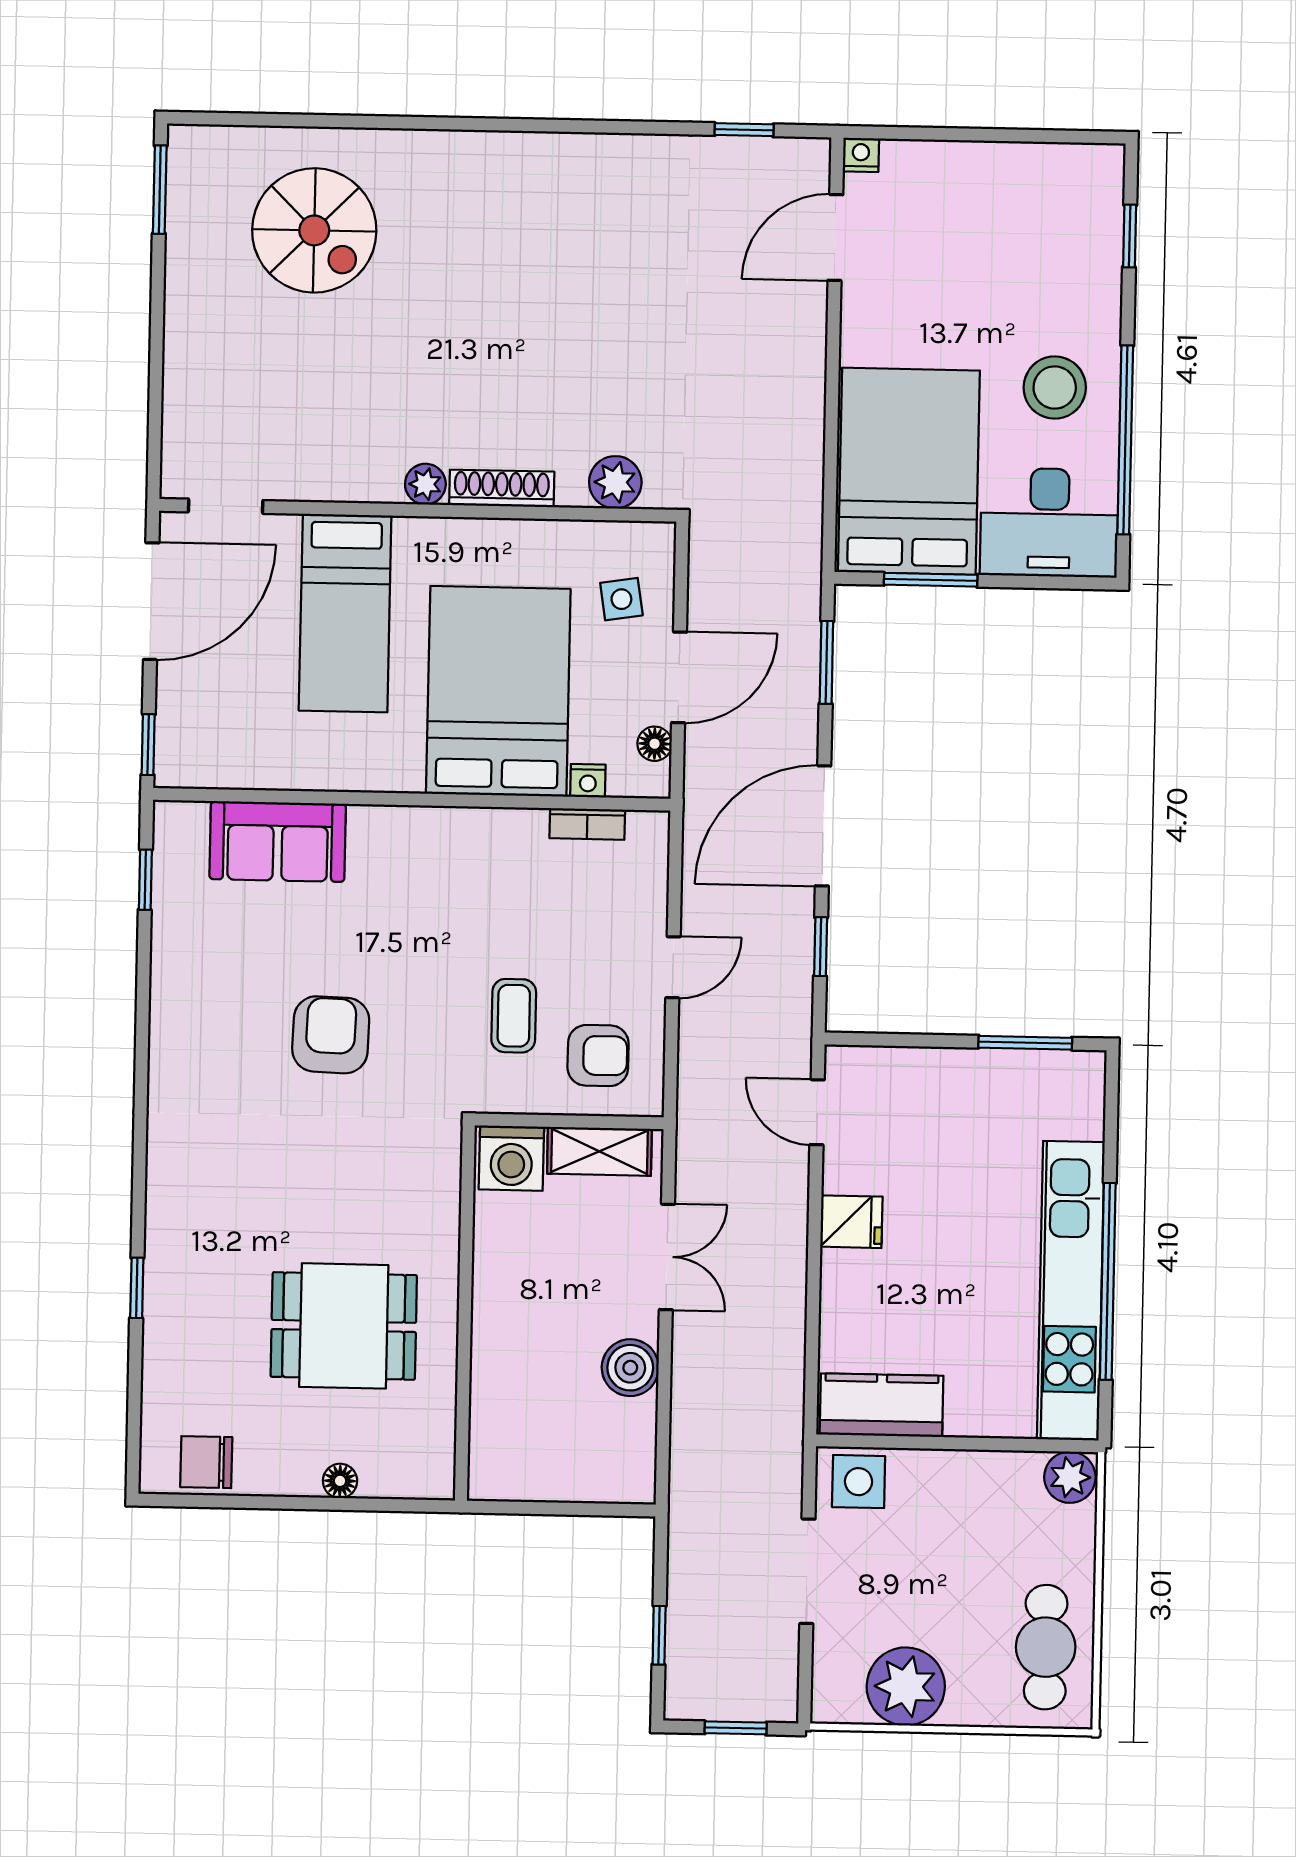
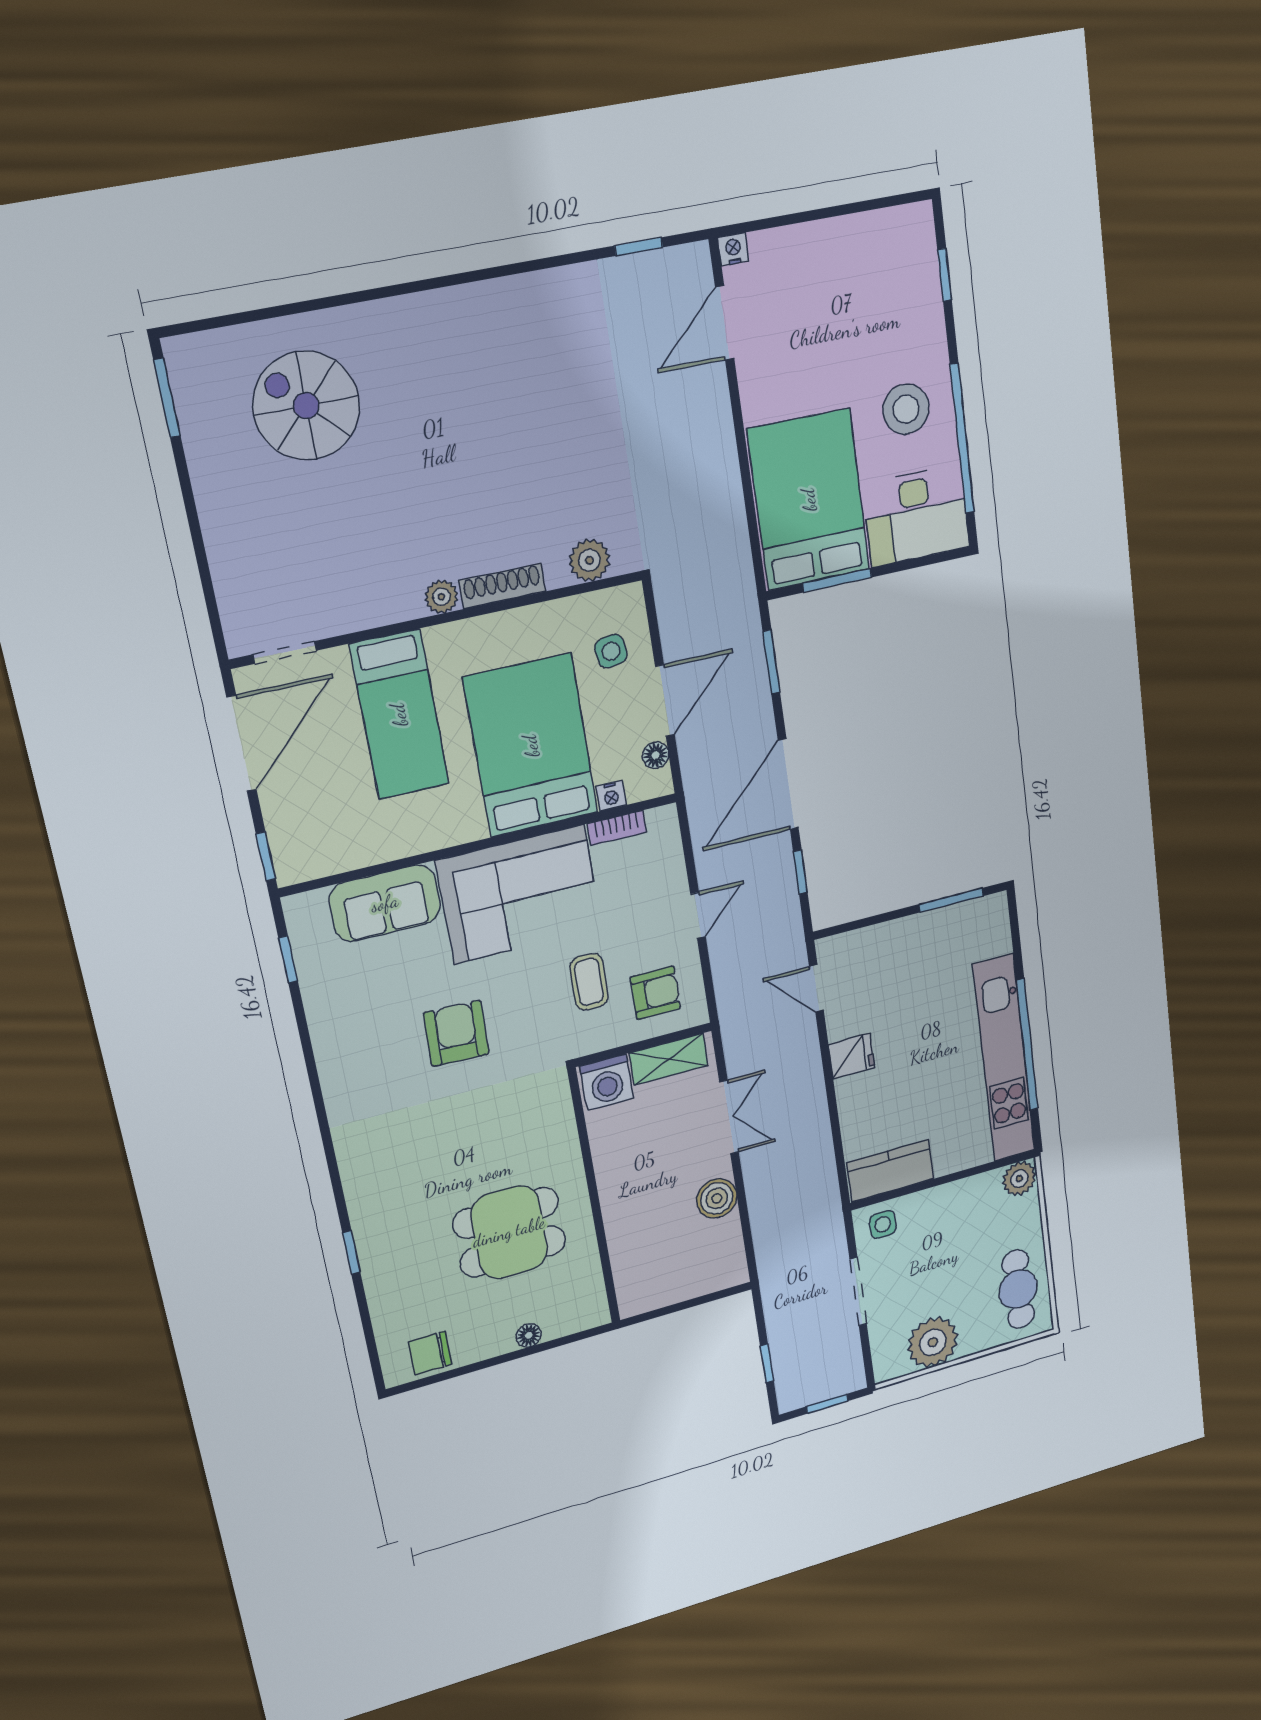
spiral stairs: (314, 230) -> (306, 406), turned 180
corner sofa: (447, 876) -> (519, 894), added
side table: (859, 1482) -> (883, 1224), width x0.73, depth x0.73

